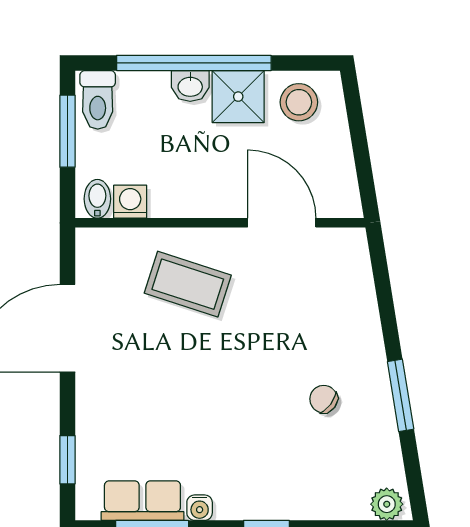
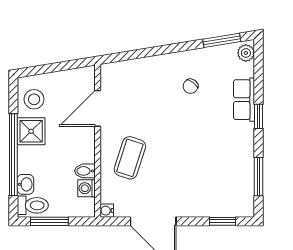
washbasin: (190, 86) -> (25, 184), moved
bidet: (97, 199) -> (85, 171), moved
window: (401, 395) -> (222, 40), moved
row of seats: (142, 501) -> (244, 100), moved
water cooler: (200, 508) -> (107, 211), moved, turned 180

